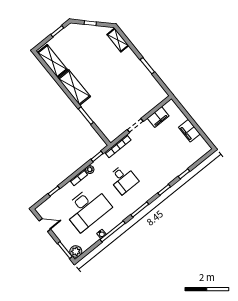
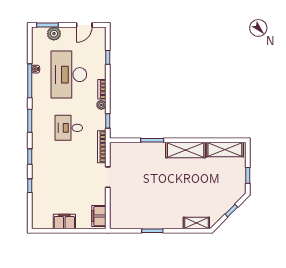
filing cabinet: (158, 117) -> (99, 216), moved
plant: (76, 251) -> (54, 34), moved

